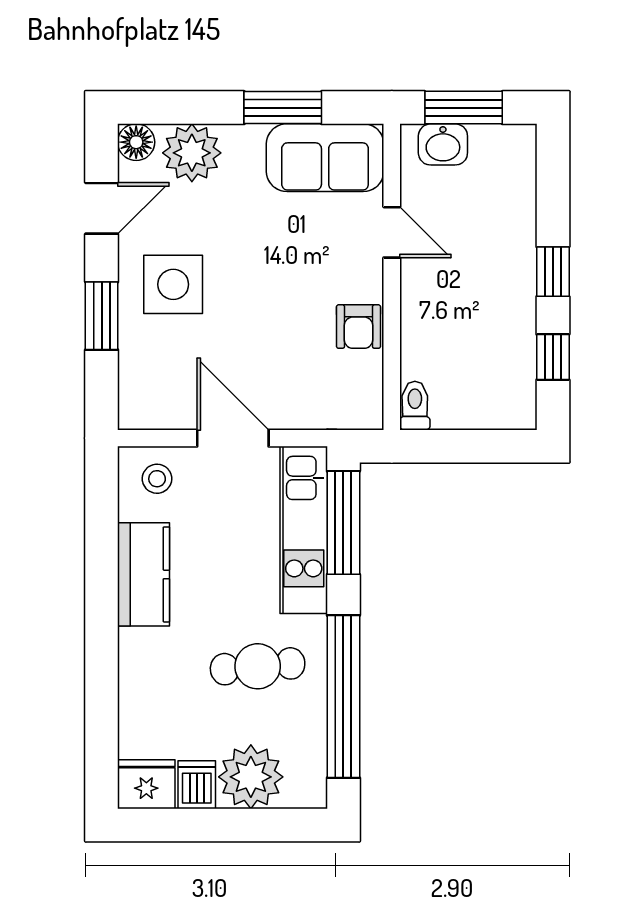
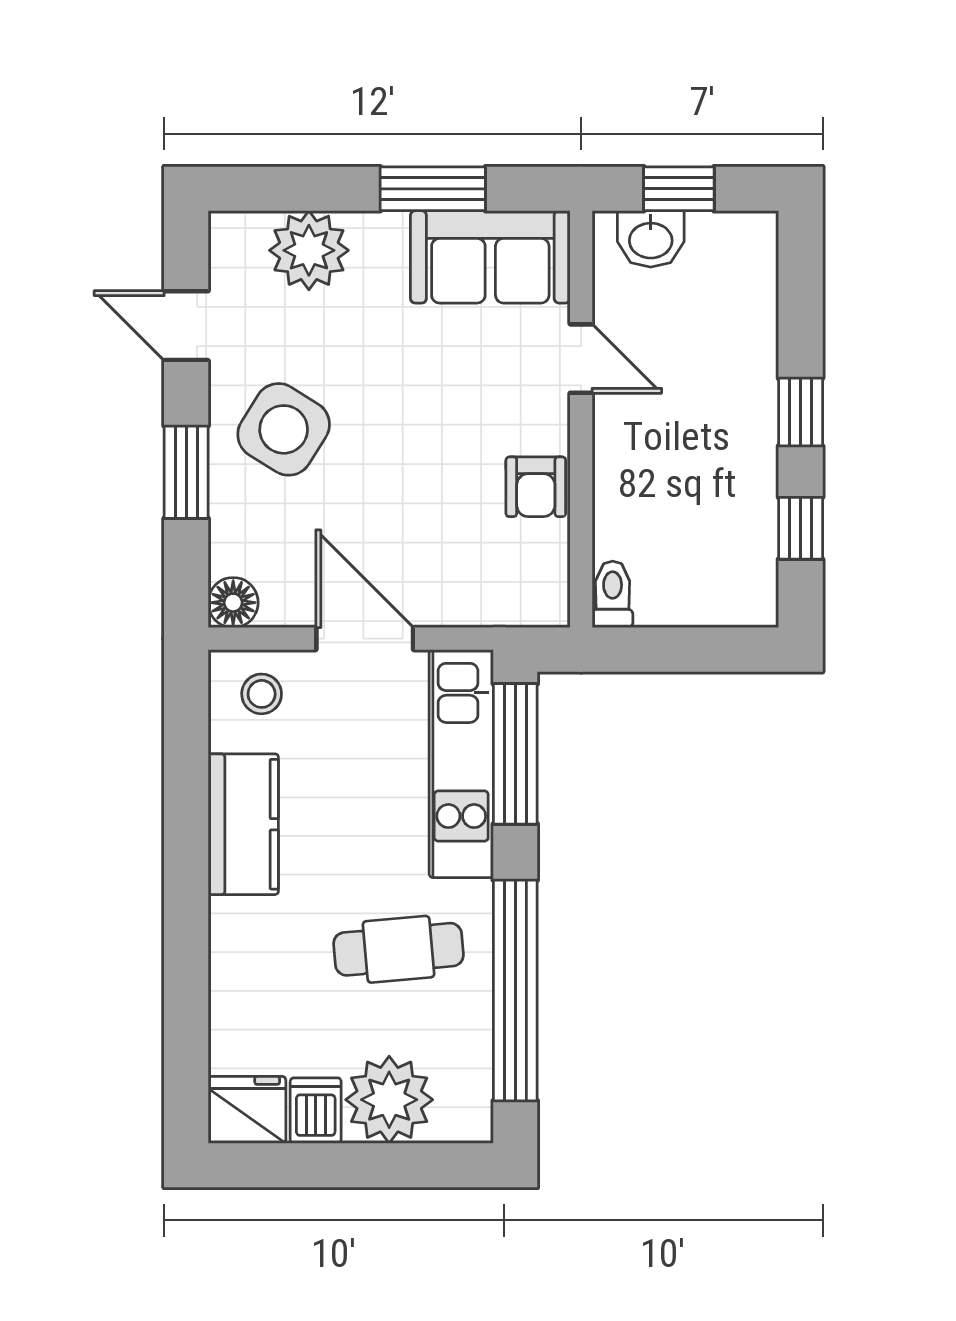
window: (464, 108) -> (679, 189), width x0.67
floor lamp: (136, 142) -> (233, 603), moved
door: (102, 208) -> (186, 326), swing flipped
side table: (173, 284) -> (284, 429), turned 32

